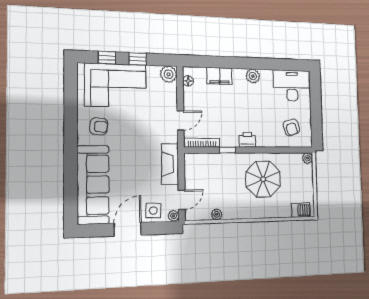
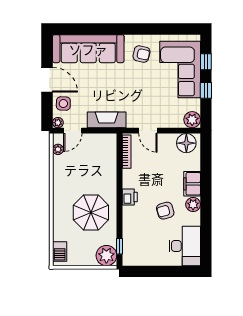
filing cabinet: (219, 76) -> (192, 184), moved
floor lamp: (188, 81) -> (186, 143), width x1.89, depth x1.89
armchair: (99, 126) -> (141, 54), turned -85
armchair: (291, 127) -> (165, 211), moved
window: (227, 150) -> (120, 246), moved
plant: (308, 158) -> (106, 256), width x1.88, depth x1.88
door: (182, 200) -> (73, 131), hinge flipped
plant: (217, 214) -> (58, 149), moved

